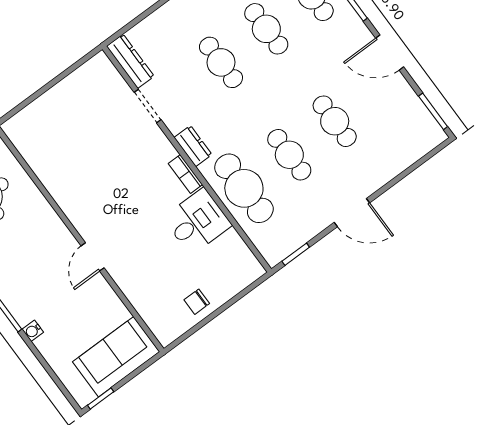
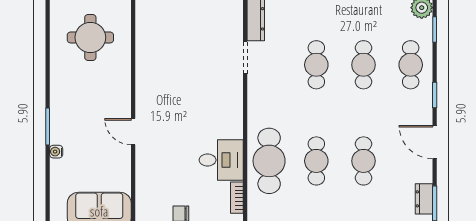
dresser: (193, 146) -> (424, 199), moved, turned 180
bookcase: (185, 174) -> (237, 198), moved
door: (93, 257) -> (133, 132), hinge flipped

